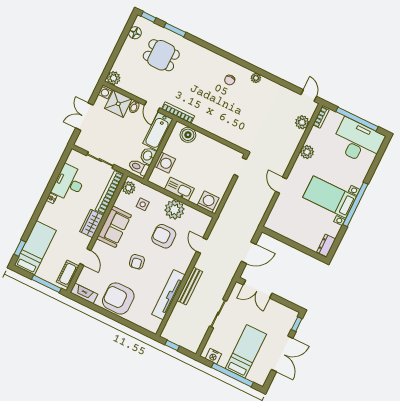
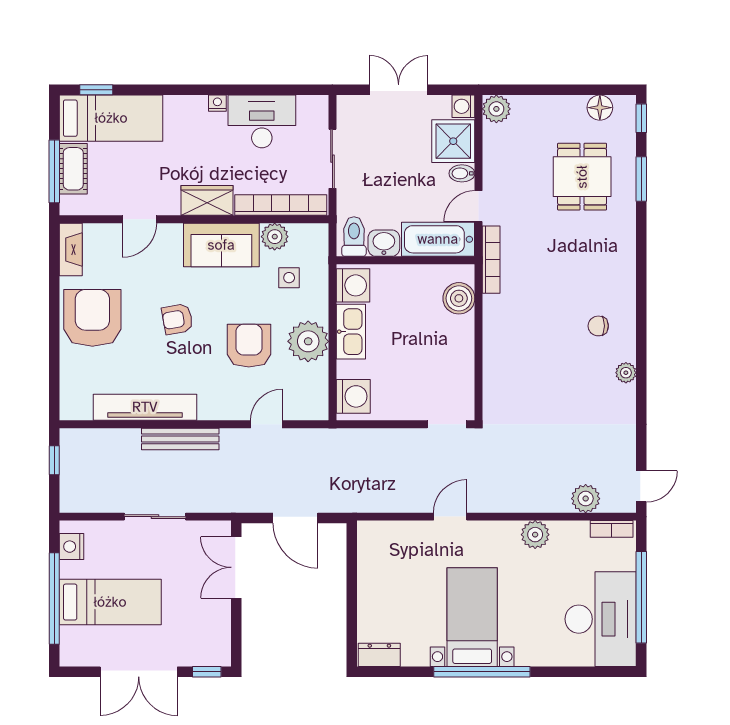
washing machine: (165, 163) -> (353, 285), moved, turned -90
plant: (129, 188) -> (275, 237), moved
cot: (68, 274) -> (73, 169), moved, turned 90

